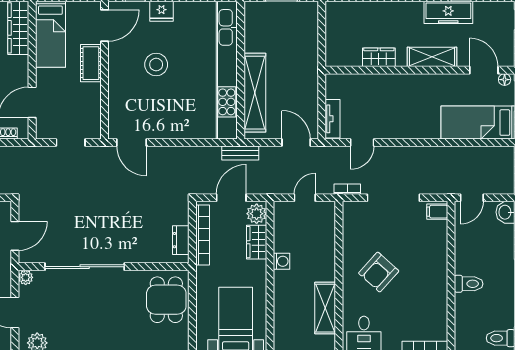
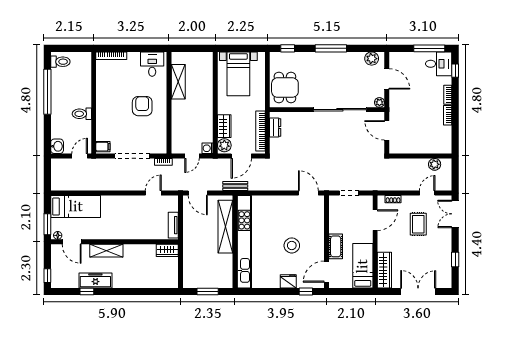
wardrobe: (379, 57) -> (167, 250), moved
tv unit: (333, 119) -> (173, 225), moved
door: (15, 236) -> (387, 130), hinge flipped
washing machine: (281, 261) -> (208, 148), moved
armchair: (379, 272) -> (142, 106), turned -42
toilet: (469, 284) -> (82, 114), moved

